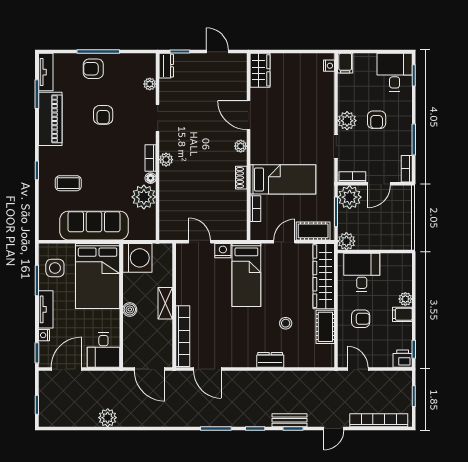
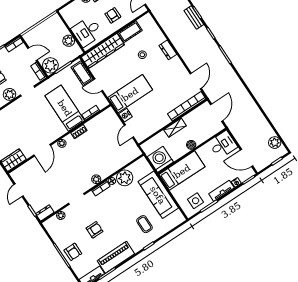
plant: (346, 241) -> (69, 41), moved
bed: (98, 276) -> (182, 171), width x0.67
plant: (108, 418) -> (275, 143), moved

